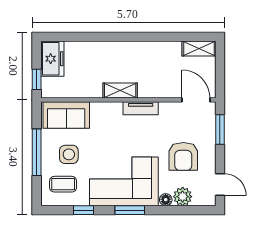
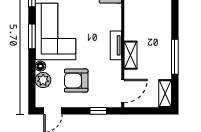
window: (154, 37) -> (175, 57), added
shelving: (120, 91) -> (131, 55), moved
window: (220, 130) -> (98, 111), width x0.67

